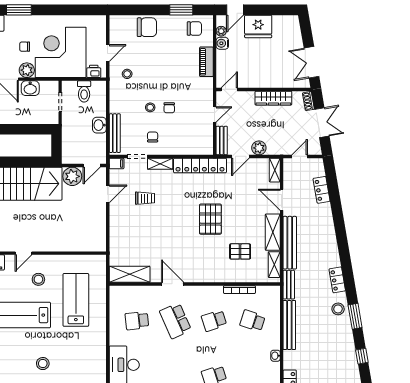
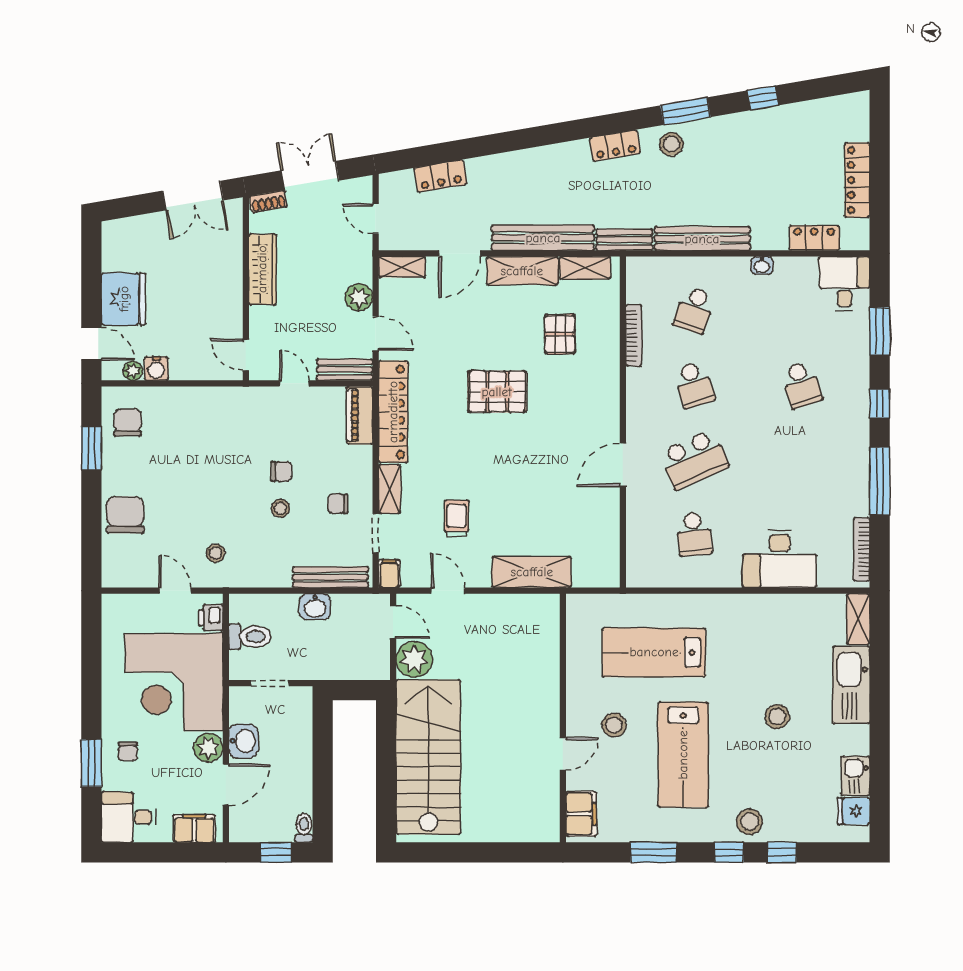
chair: (25, 47) -> (128, 751), moved
piano: (206, 62) -> (360, 415), moved, turned 90
door: (24, 253) -> (563, 754), hinge flipped
shelving: (130, 274) -> (532, 572), moved, turned 90

